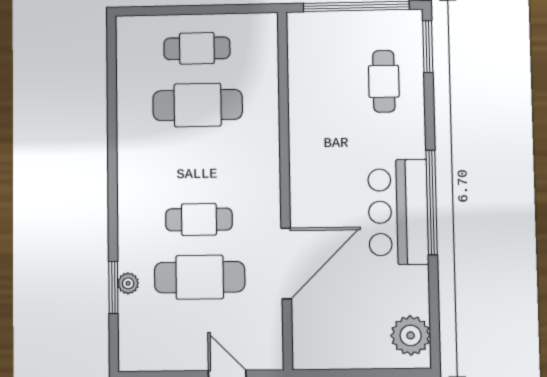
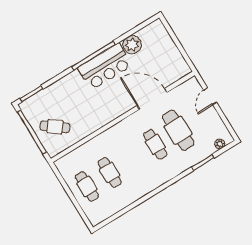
cafe table: (384, 81) -> (55, 127), moved, turned 37
cafe table: (198, 105) -> (110, 172), width x0.73, depth x0.74
plant: (128, 283) -> (220, 144), moved
plant: (411, 335) -> (132, 45), moved

